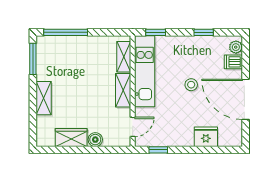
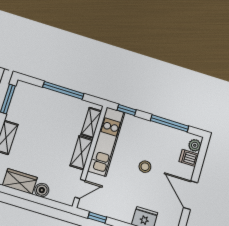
window: (66, 32) -> (63, 90), moved
window: (204, 32) -> (170, 123), width x2.17
door: (246, 99) -> (191, 195), width x0.73

